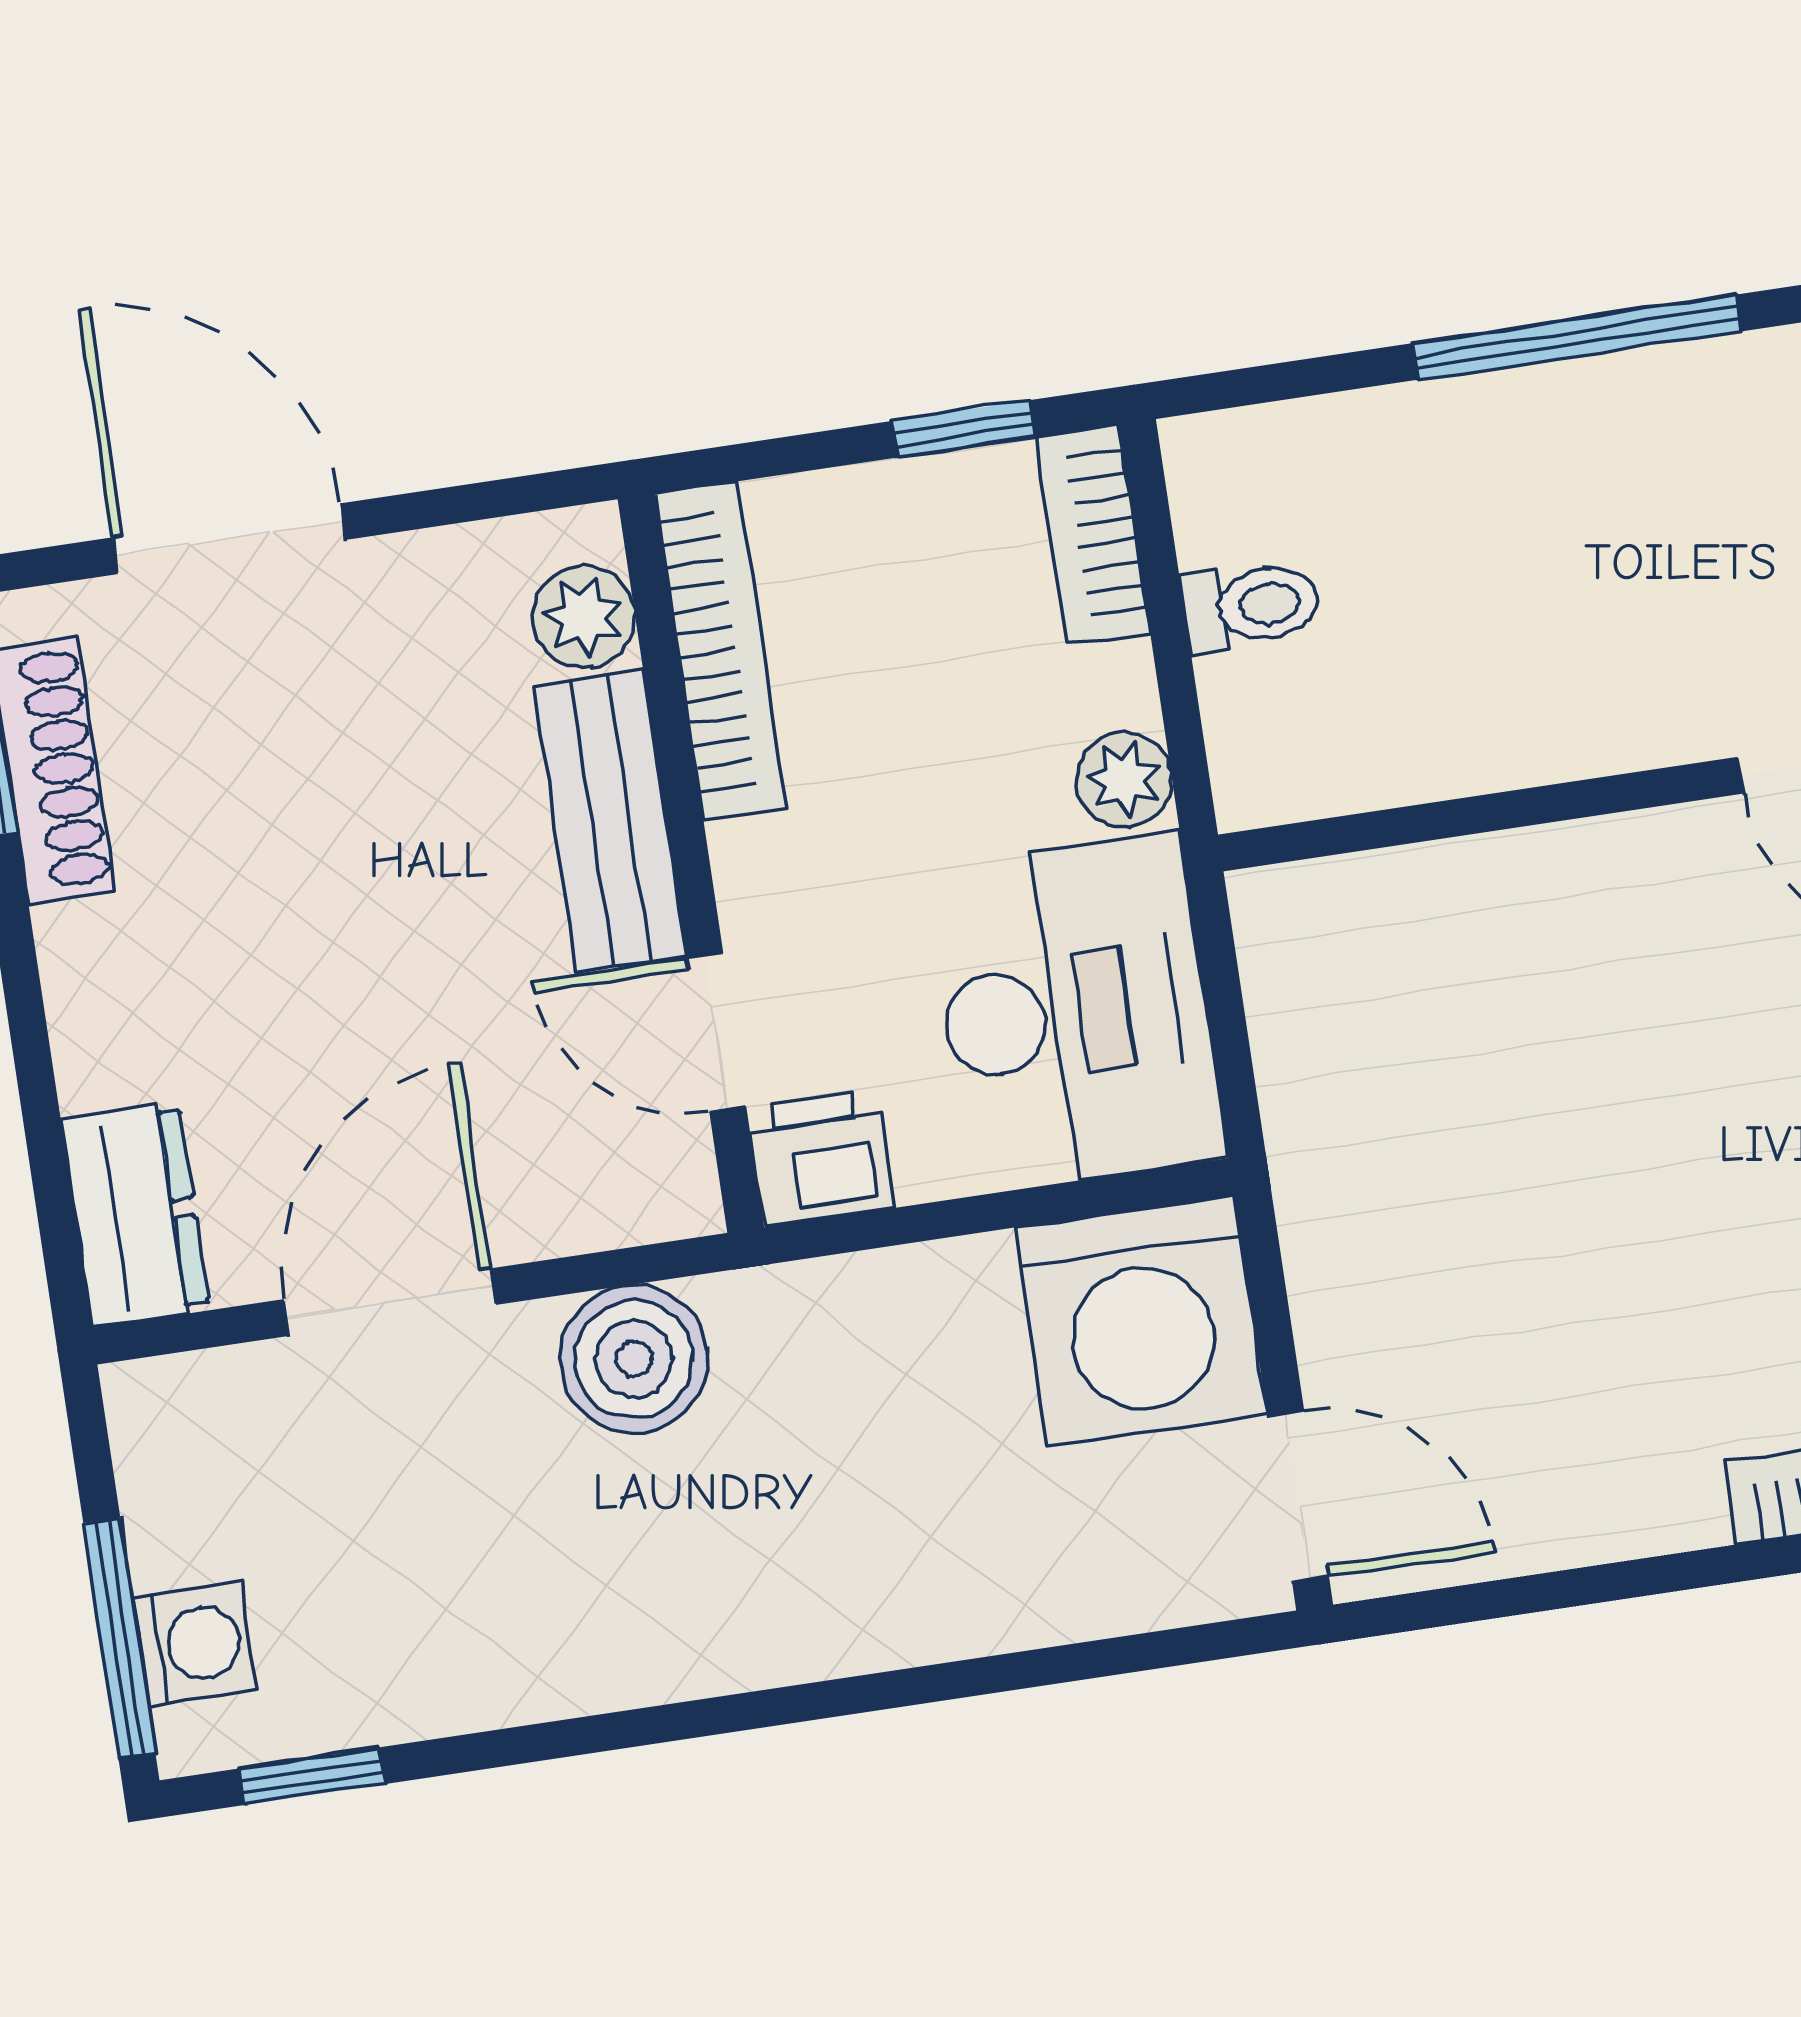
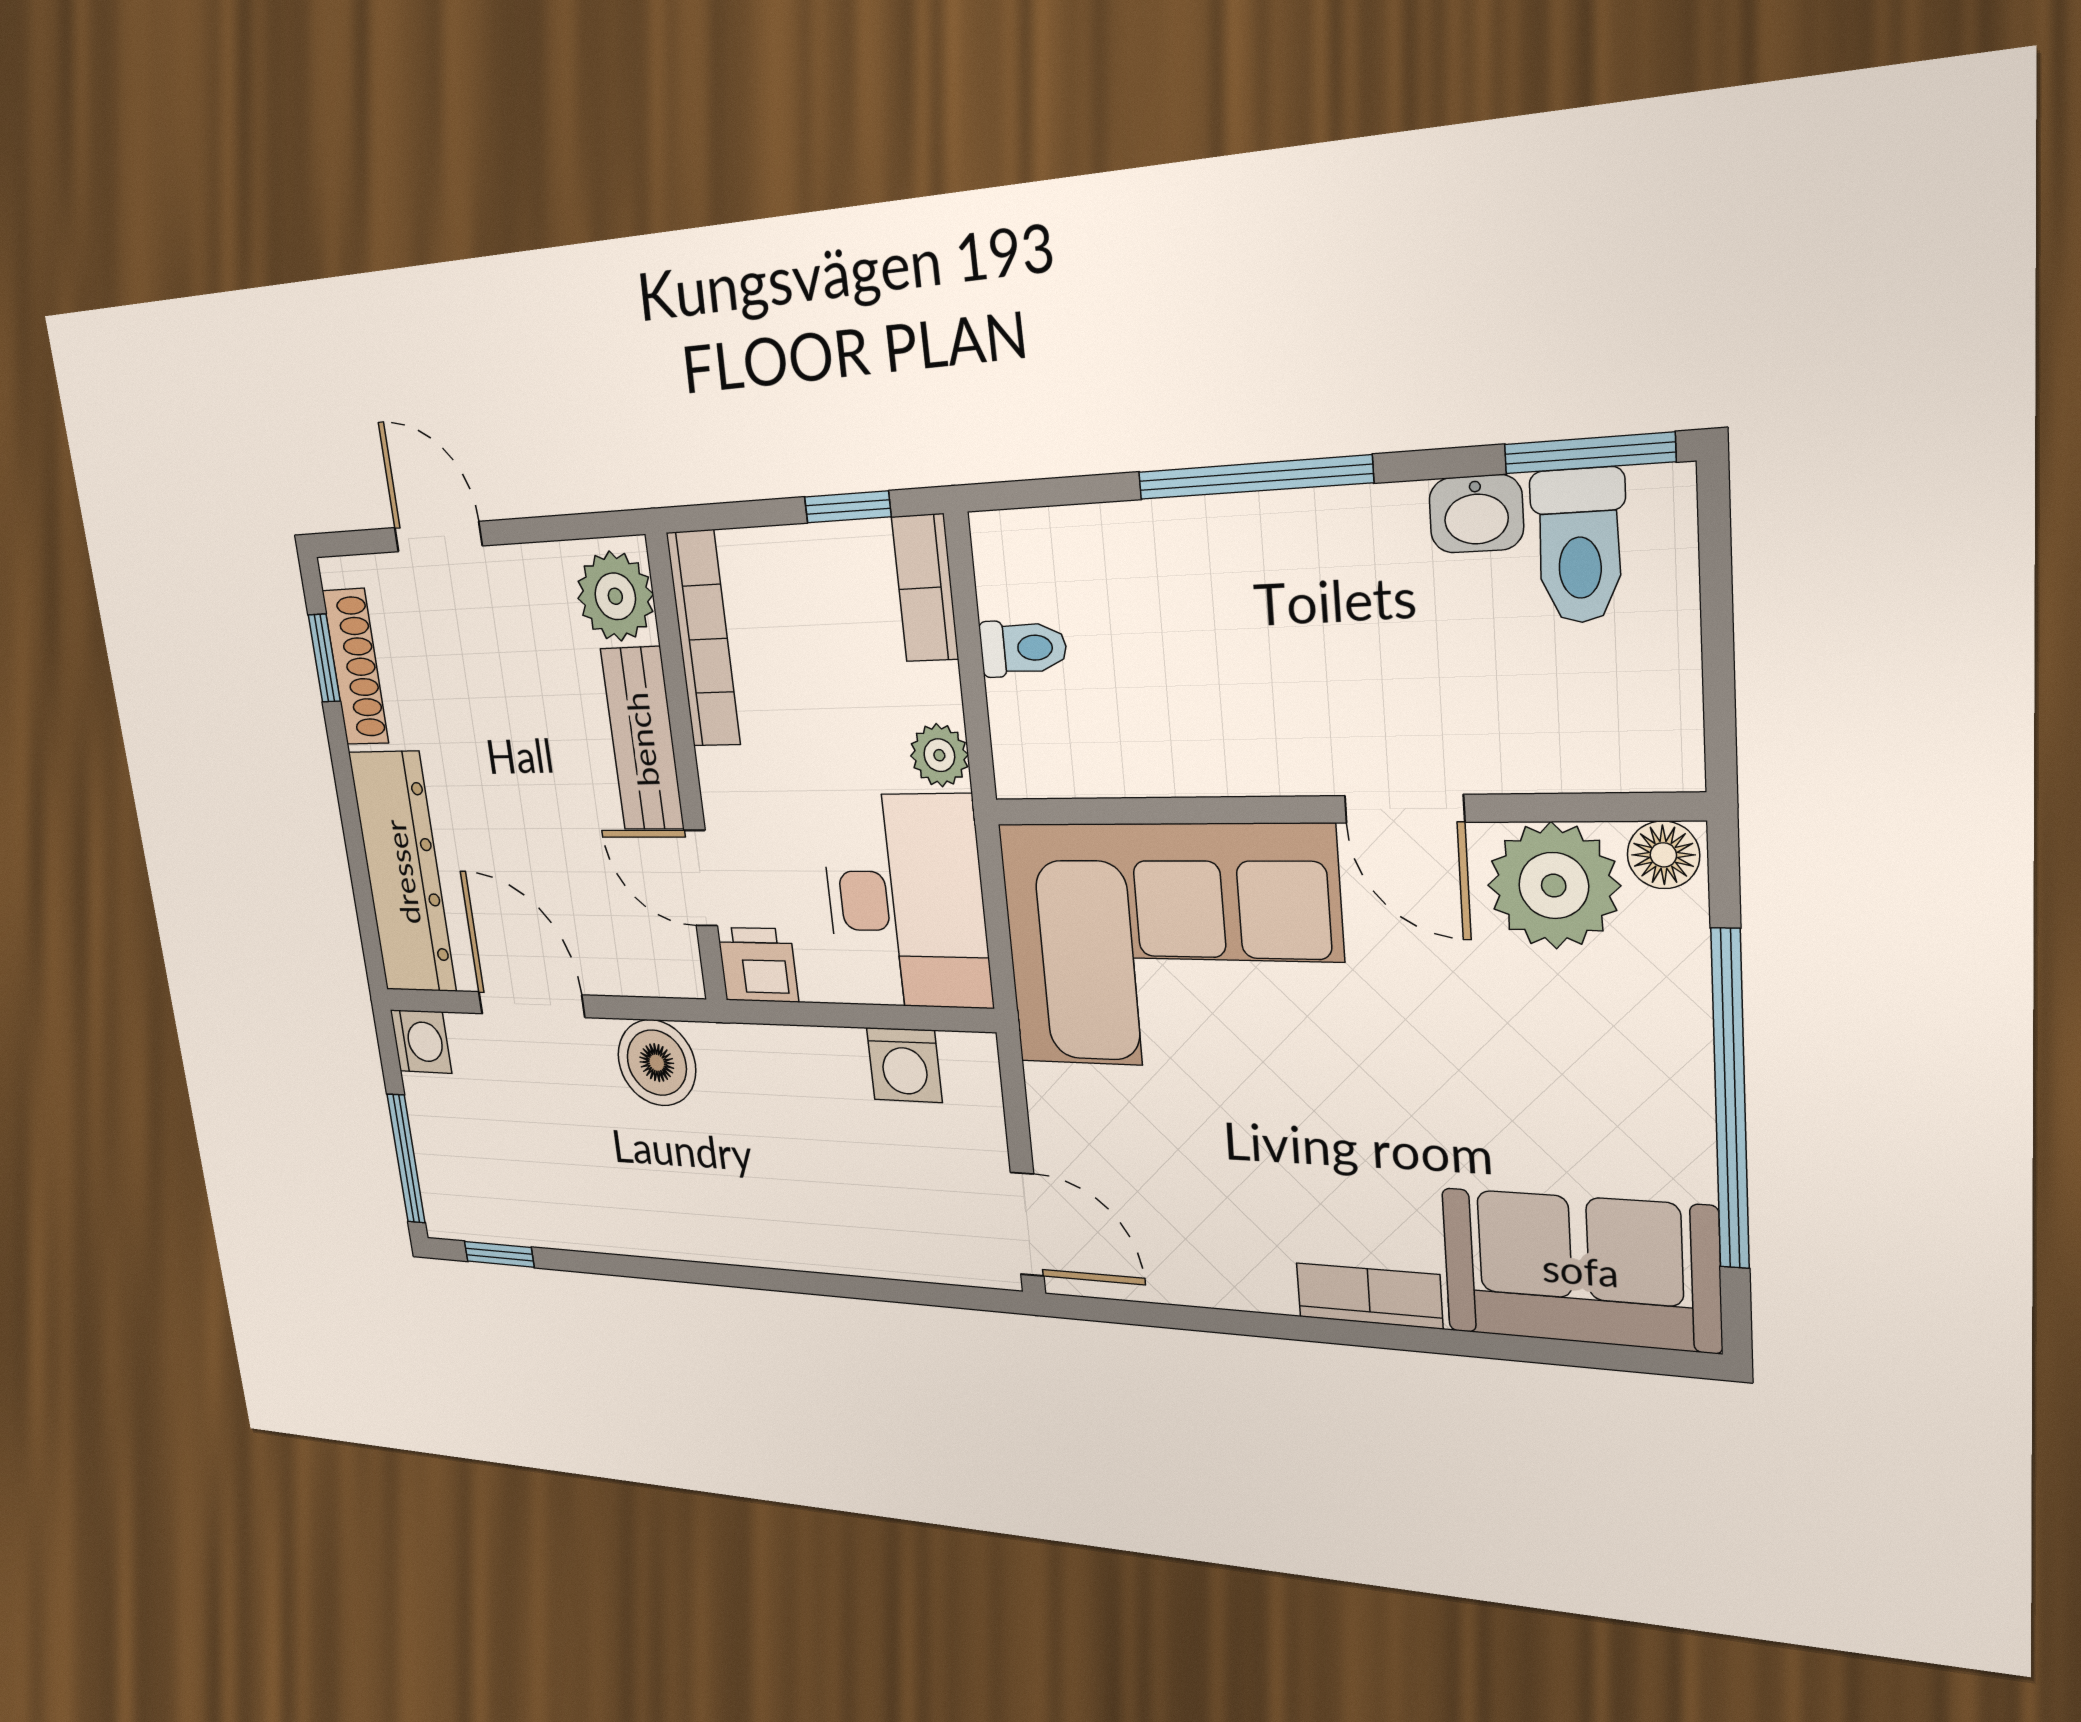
door: (229, 539) -> (438, 537), width x0.73
plant: (584, 617) -> (615, 596), width x1.38, depth x1.38
corner sofa: (1503, 1014) -> (1172, 947), added
dresser: (135, 1215) -> (403, 872), width x1.96, depth x1.24
door: (390, 1302) -> (531, 1004), hinge flipped
washing machine: (1140, 1321) -> (904, 1065), width x0.53, depth x0.53
washing machine: (195, 1644) -> (421, 1042), moved

